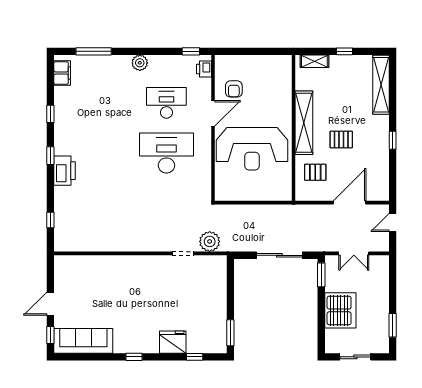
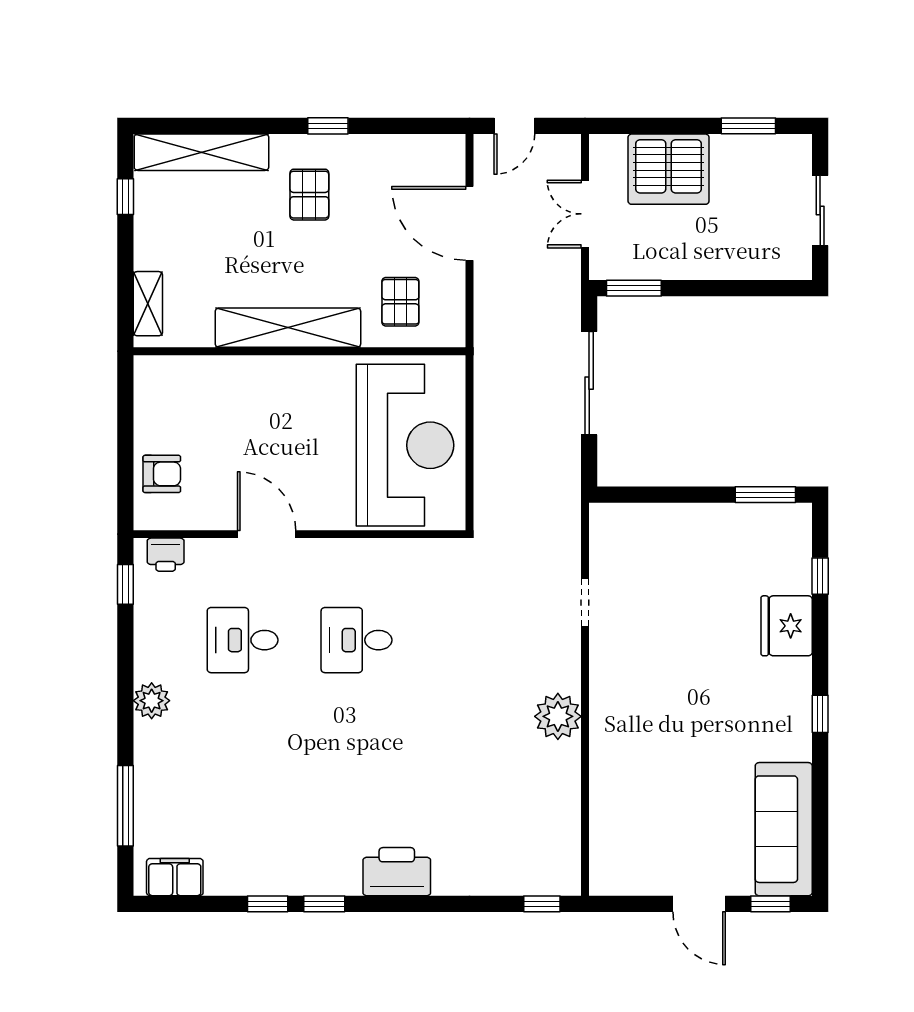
window: (345, 51) -> (125, 197), moved
armchair: (234, 89) -> (162, 474), moved
desk: (166, 103) -> (243, 640), width x0.73
pallet: (341, 140) -> (309, 195), moved
reception desk: (252, 149) -> (405, 445), moved
desk: (166, 153) -> (357, 640), width x0.53, depth x0.77
window: (50, 156) -> (324, 904), moved
window: (50, 220) -> (542, 904), moved
door: (393, 222) -> (514, 126), hinge flipped
plant: (210, 241) -> (558, 716), moved
double door: (354, 253) -> (585, 214), swing flipped
server rack: (340, 310) -> (669, 169), moved, turned 180

